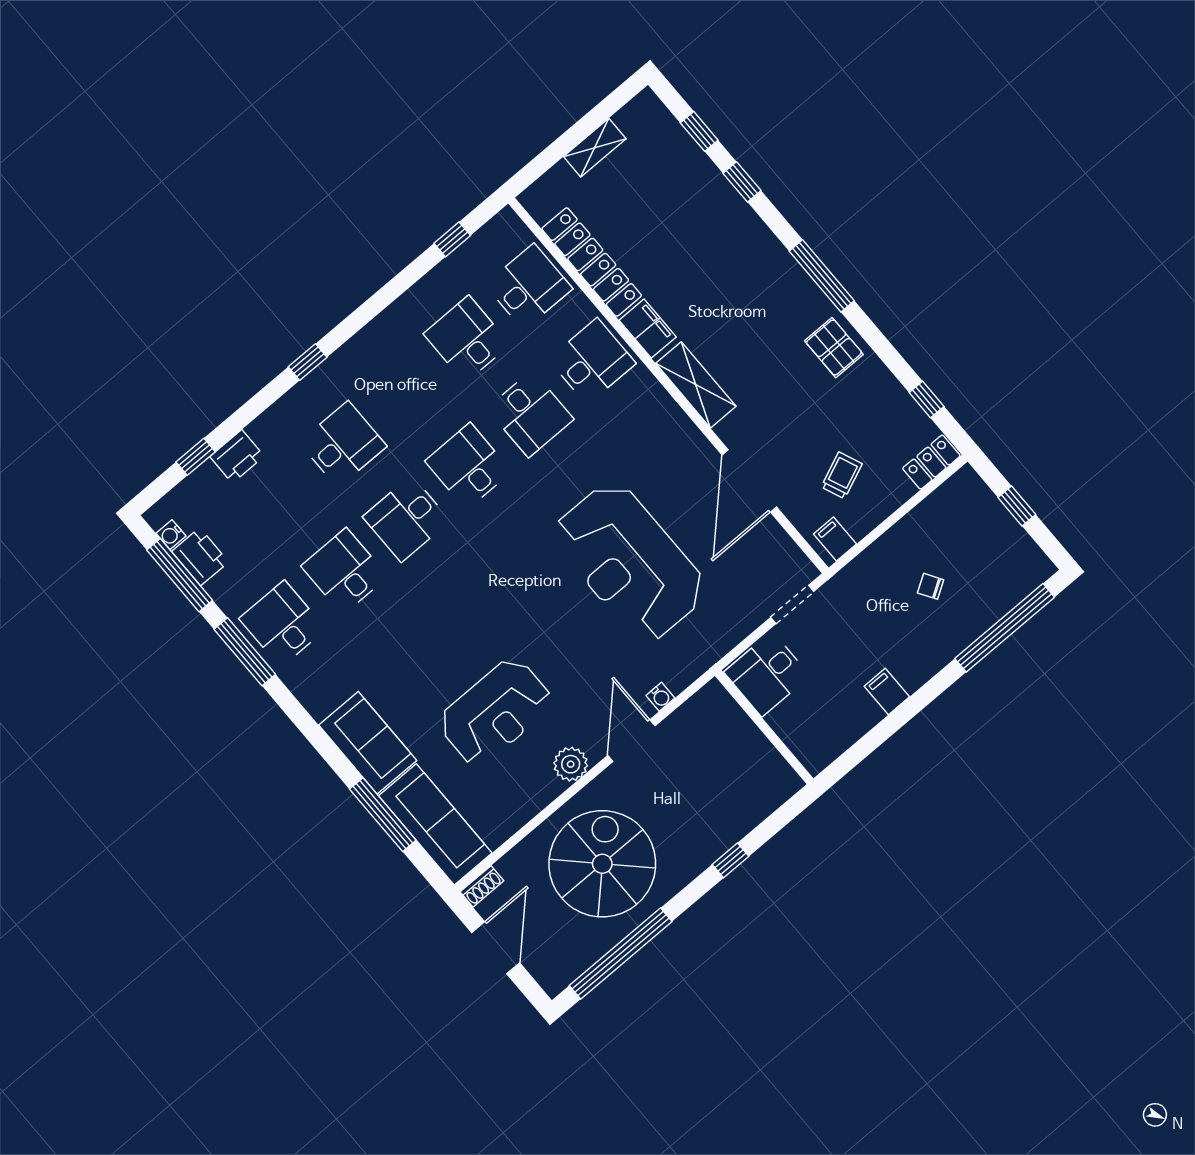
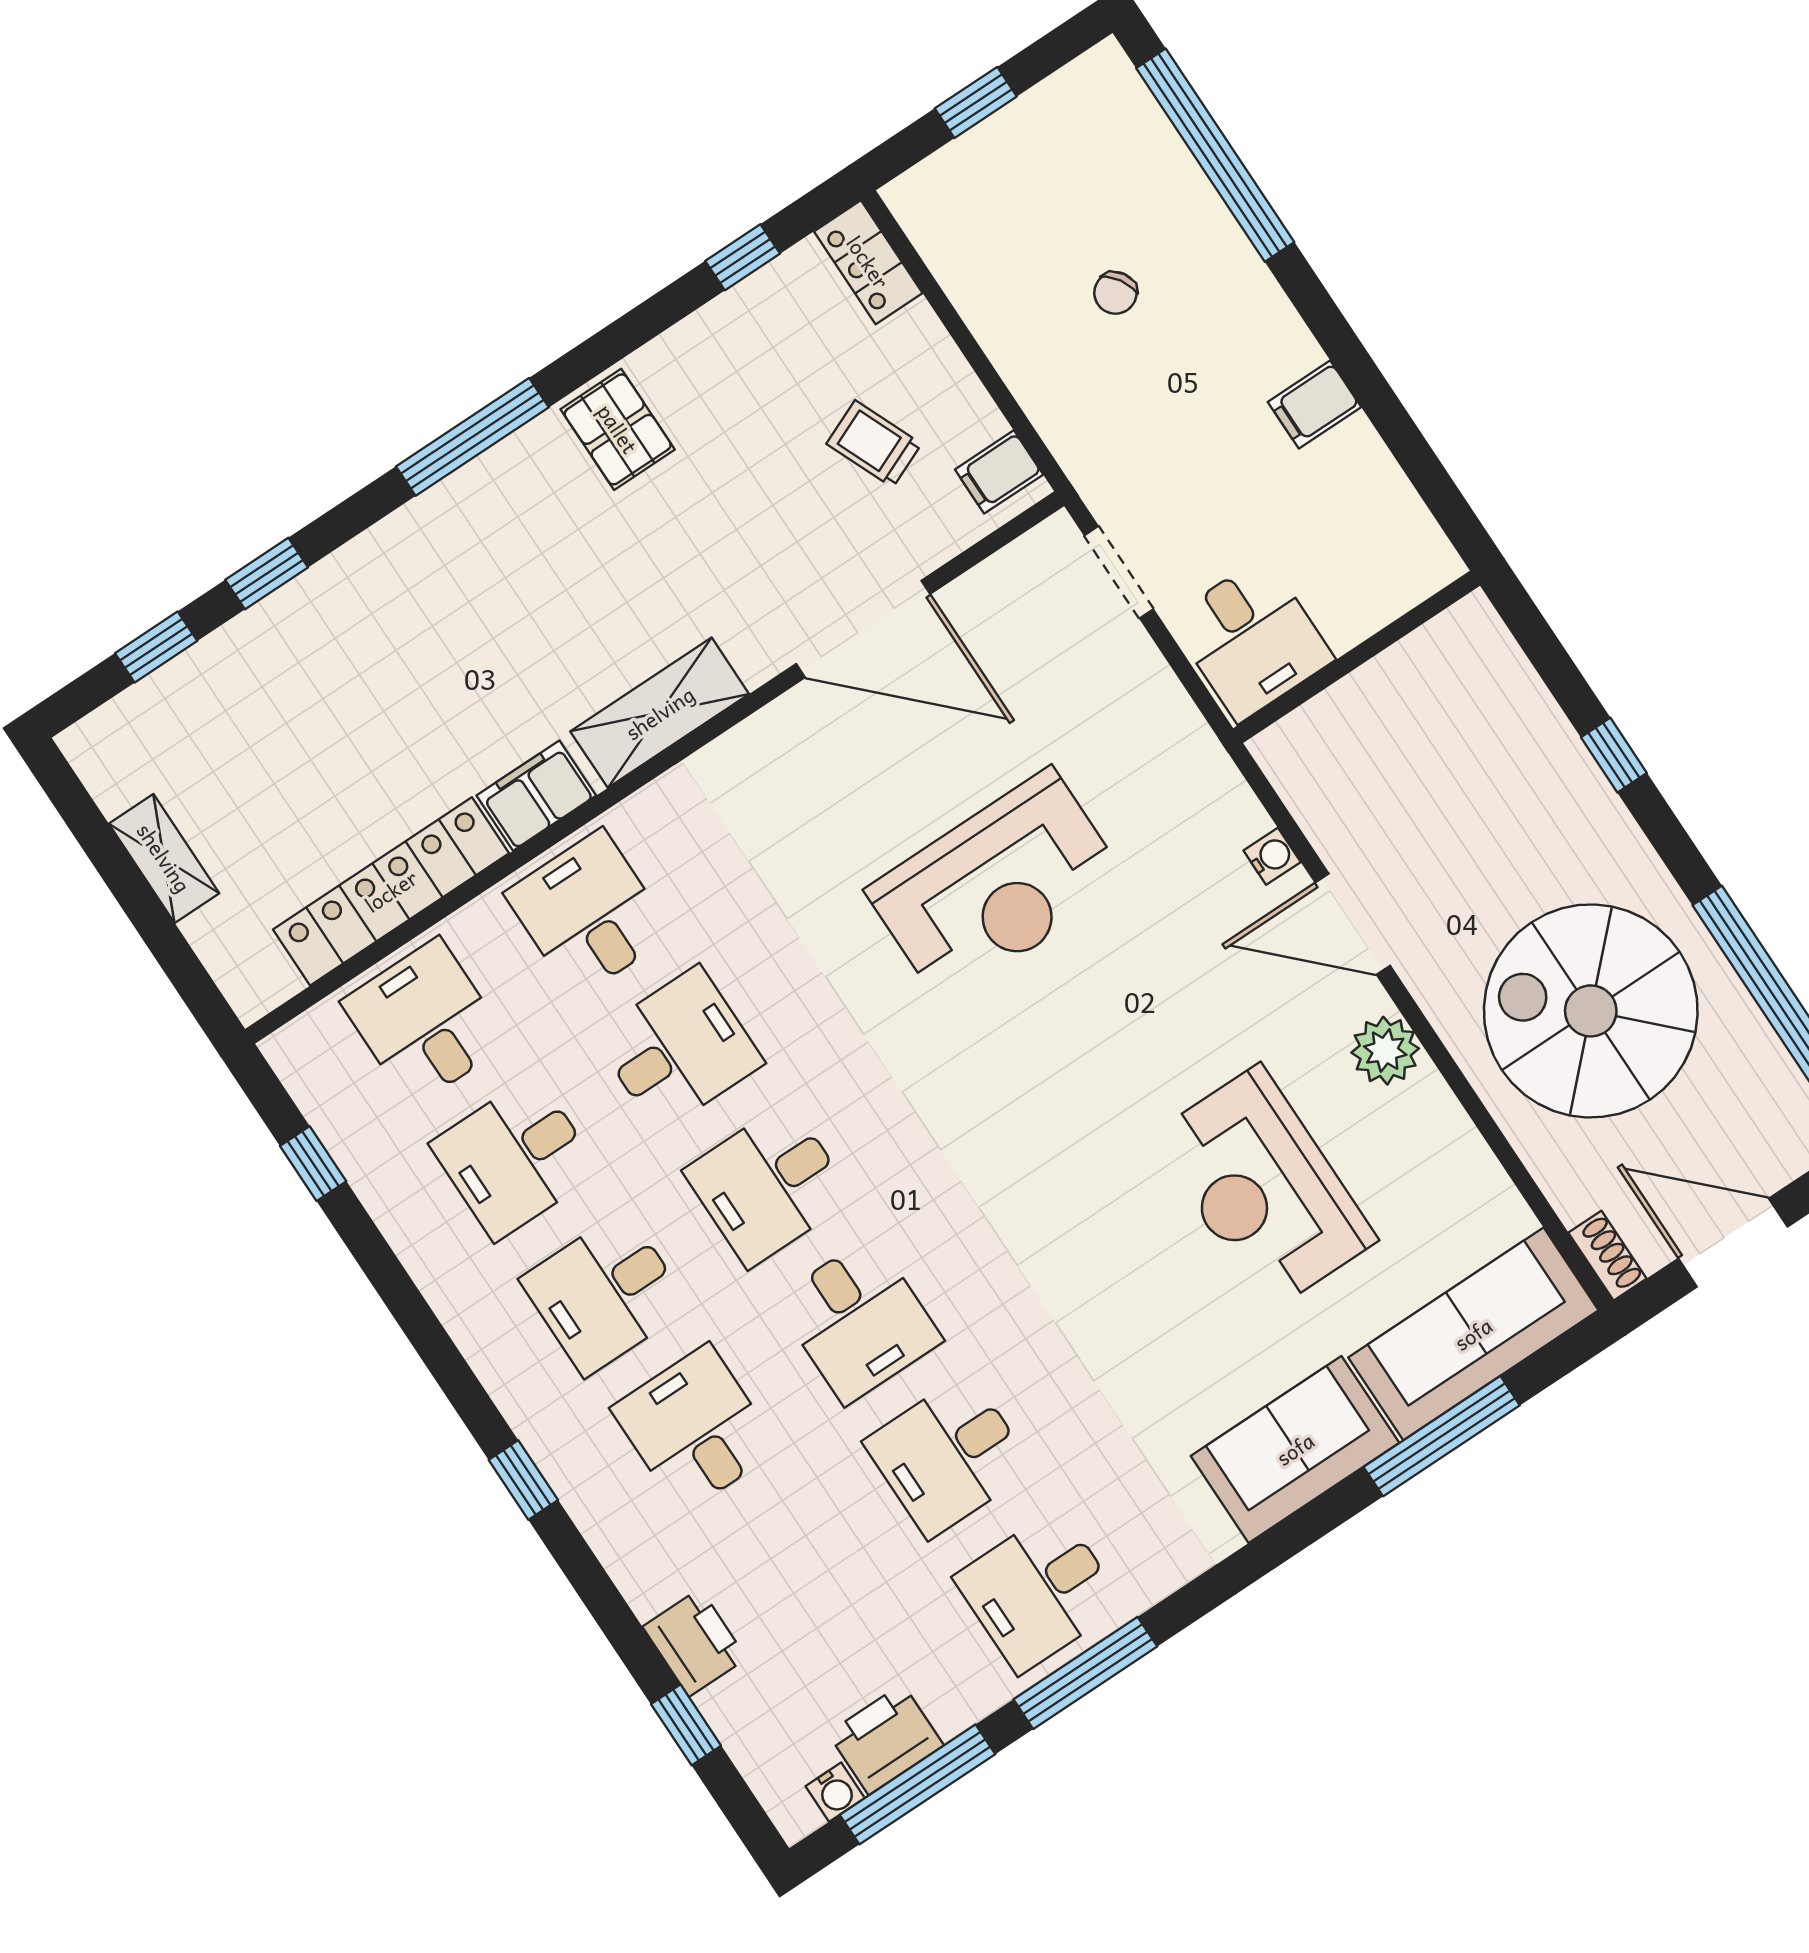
pallet: (834, 348) -> (618, 429), turned 90
desk: (405, 392) -> (605, 1293), added
reception desk: (630, 562) -> (997, 886), width x0.74, depth x0.77
reception desk: (495, 712) -> (1264, 1188), turned 180

